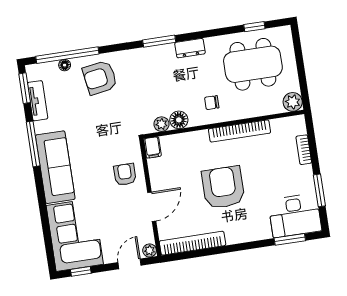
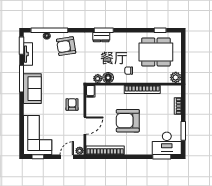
dresser: (190, 48) -> (101, 37), moved
sofa: (55, 167) -> (32, 89), width x0.73
armchair: (223, 187) -> (128, 121), turned -90

